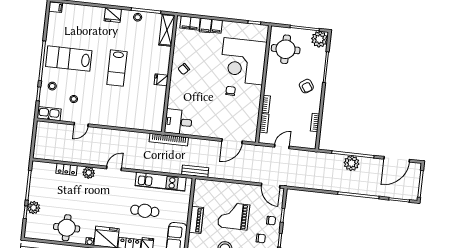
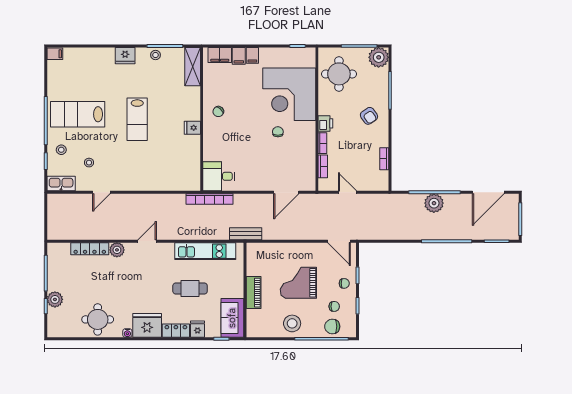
printer: (270, 88) -> (325, 123), added
door: (282, 147) -> (348, 192), hinge flipped
locker: (67, 169) -> (90, 249), width x1.53

